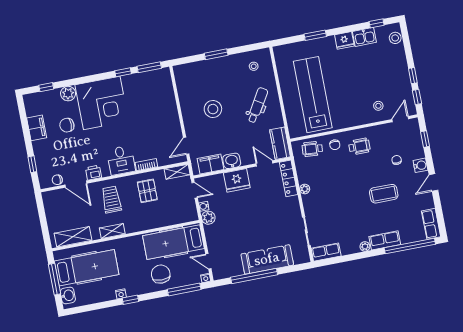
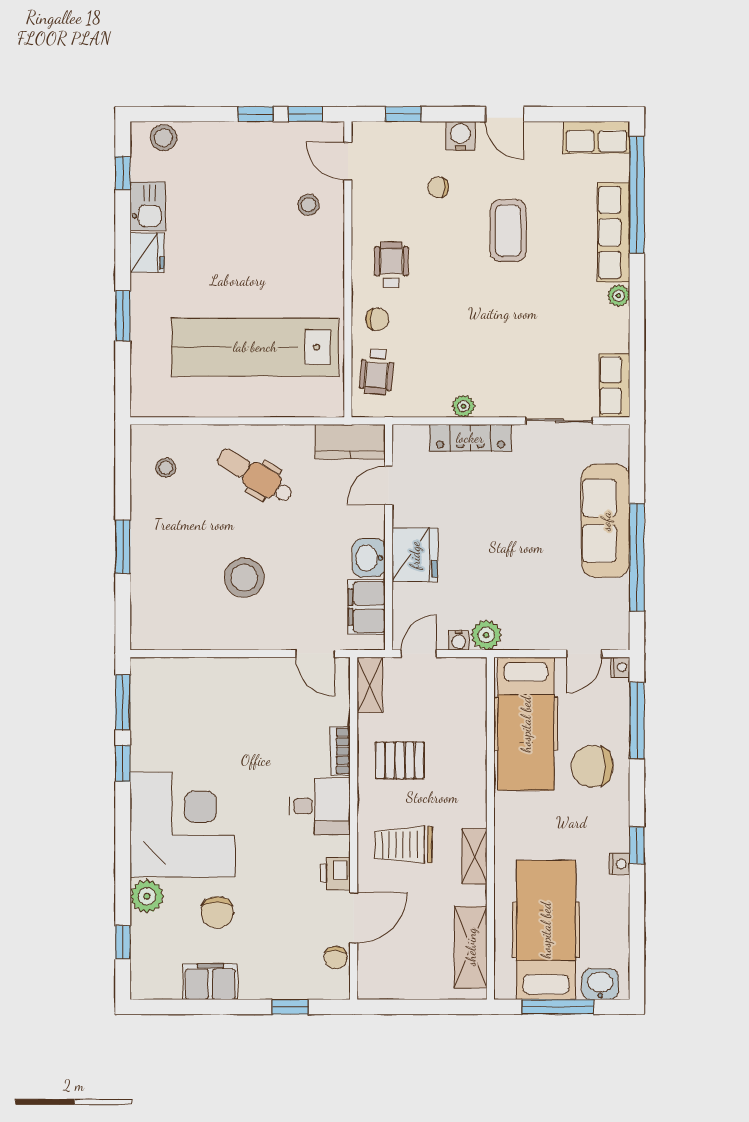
locker: (289, 178) -> (470, 438), moved
row of seats: (385, 240) -> (614, 232), width x1.48

